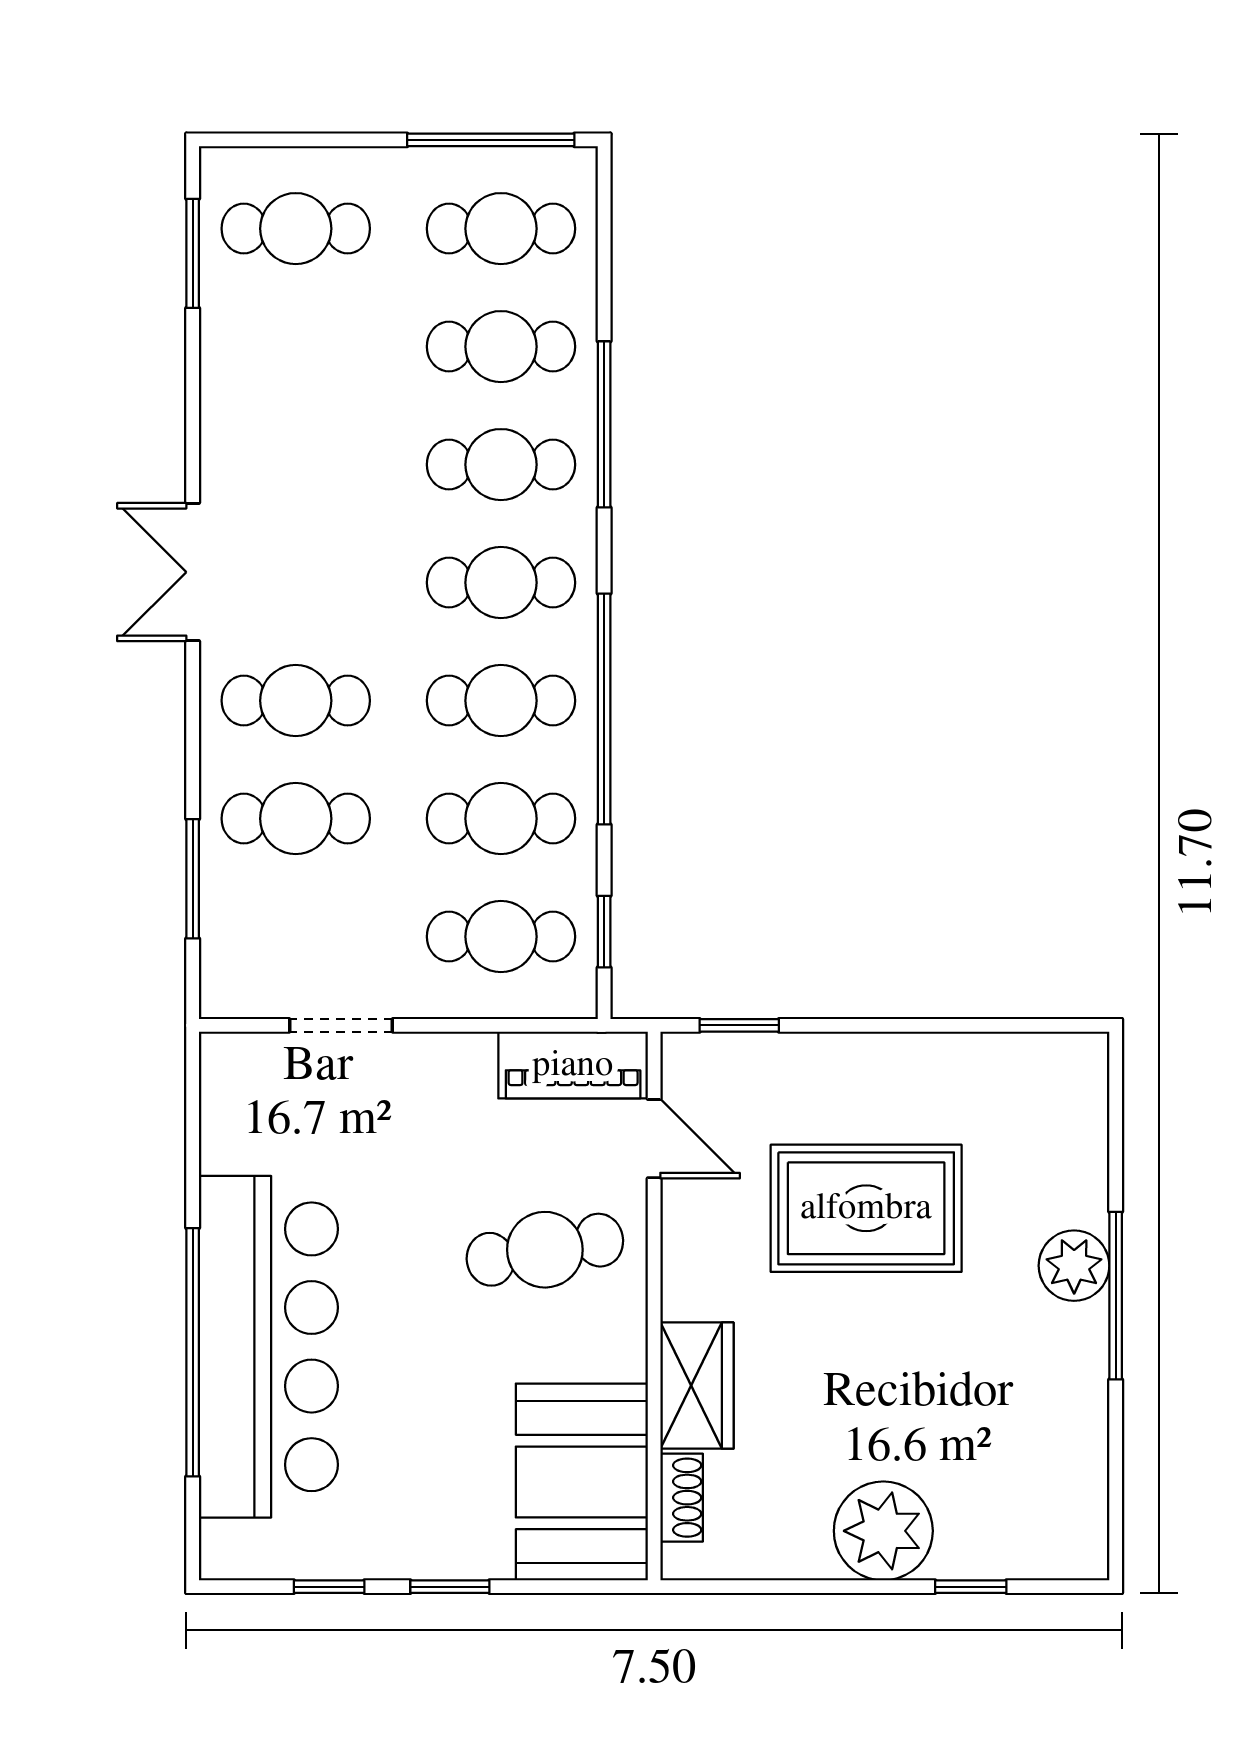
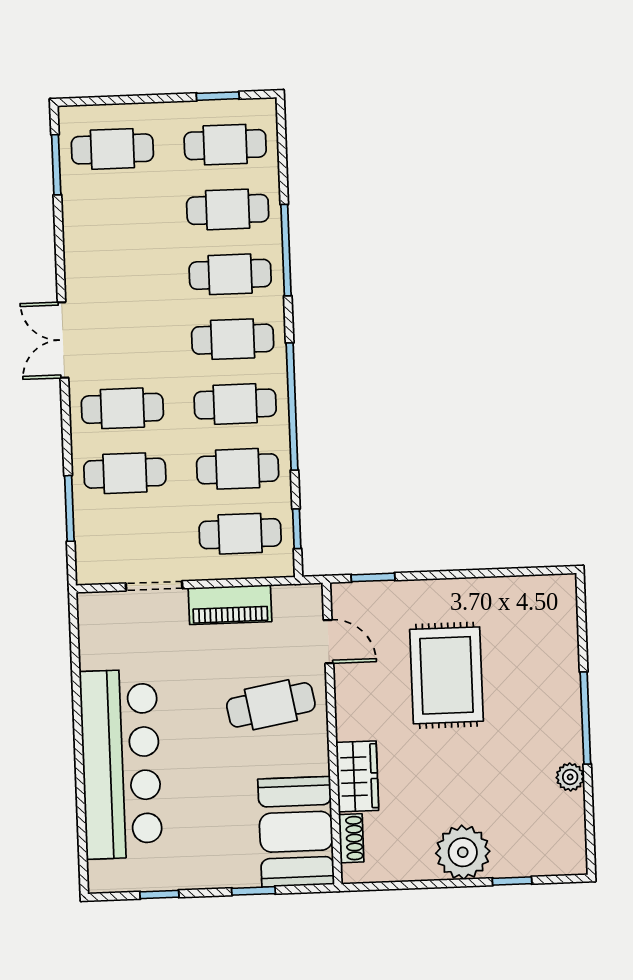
window: (491, 140) -> (218, 96), width x0.46
piano: (573, 1065) -> (230, 605), moved
rug: (866, 1208) -> (447, 675), turned 90
plant: (1074, 1266) -> (570, 777), moved, width x0.73, depth x0.73
window: (193, 1352) -> (79, 769), removed
window: (450, 1587) -> (253, 891), moved

